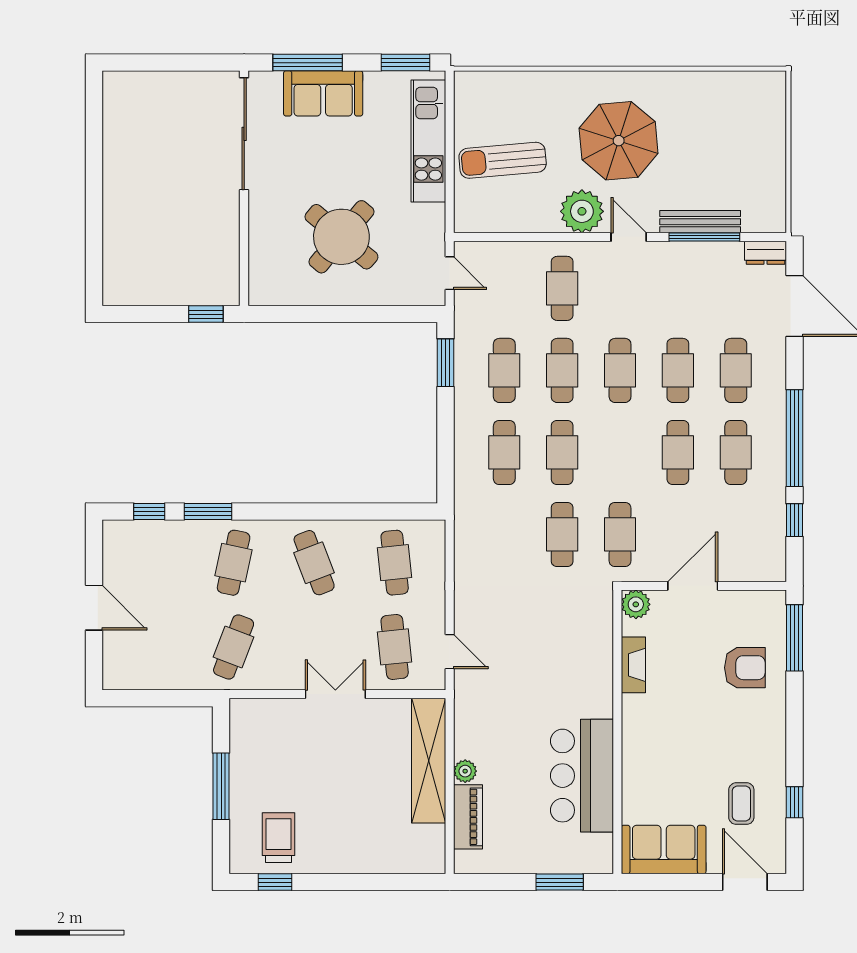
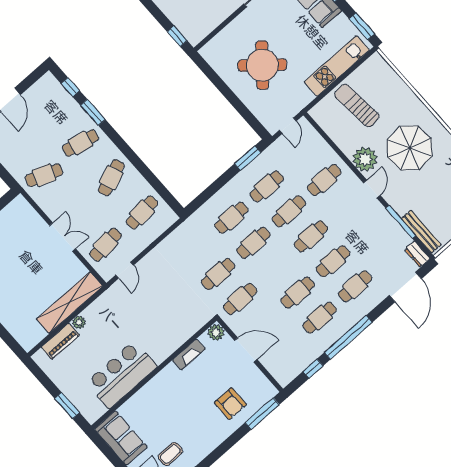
bench: (700, 222) -> (421, 232), moved

